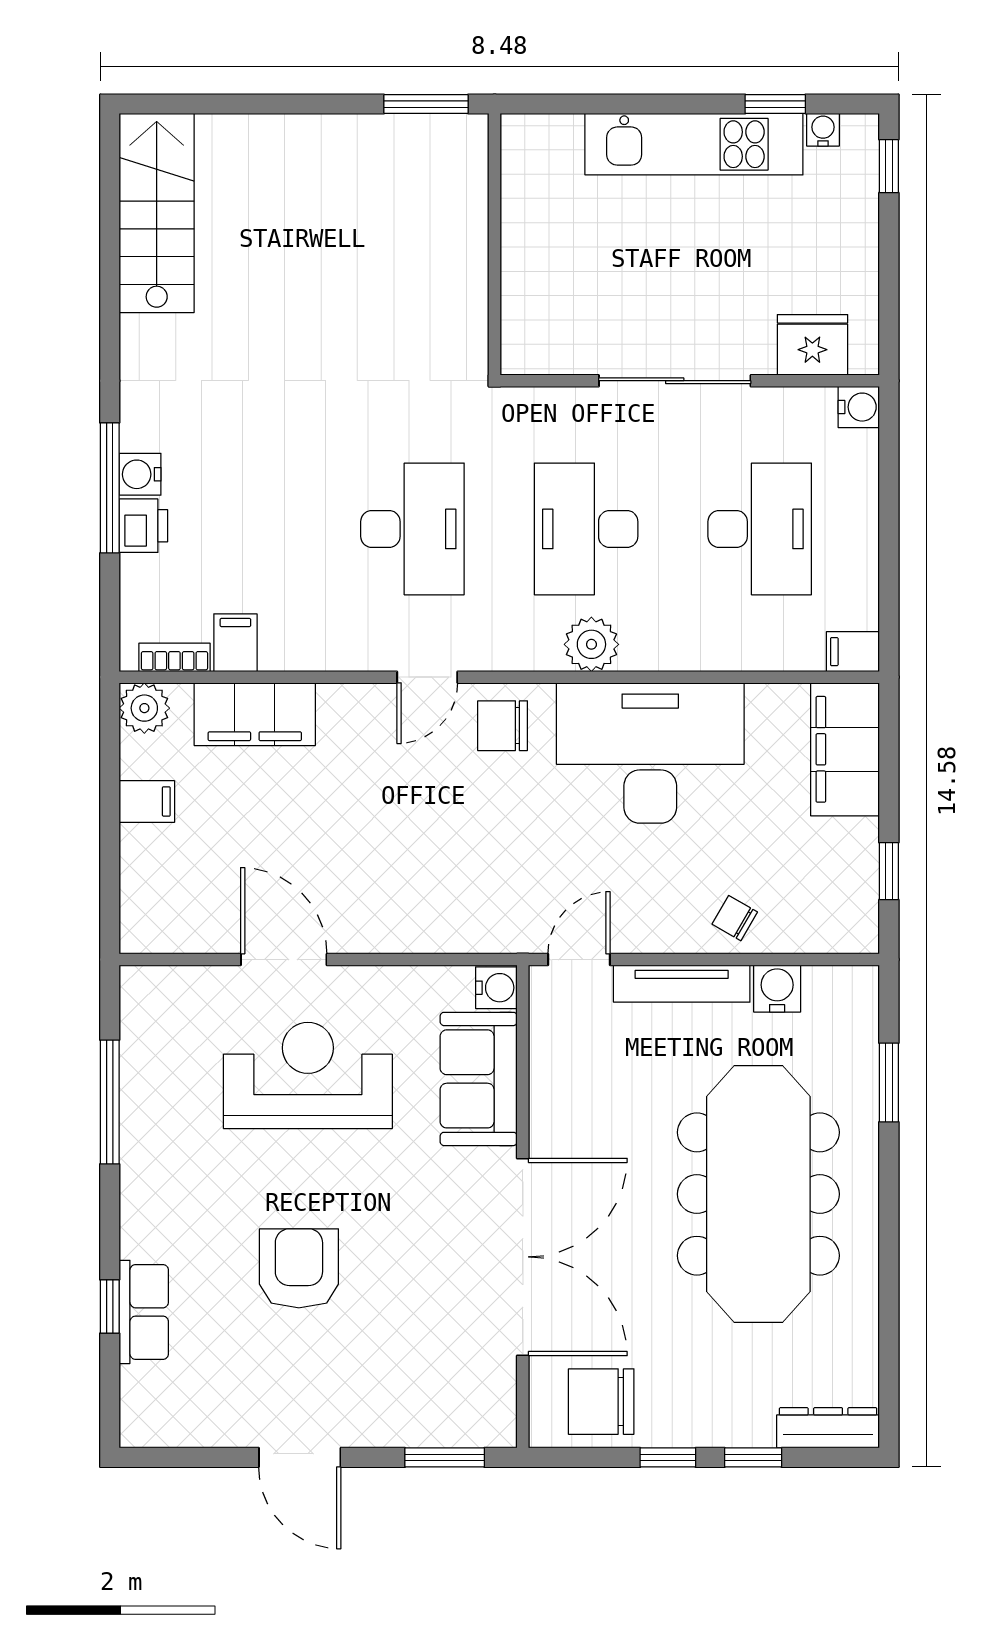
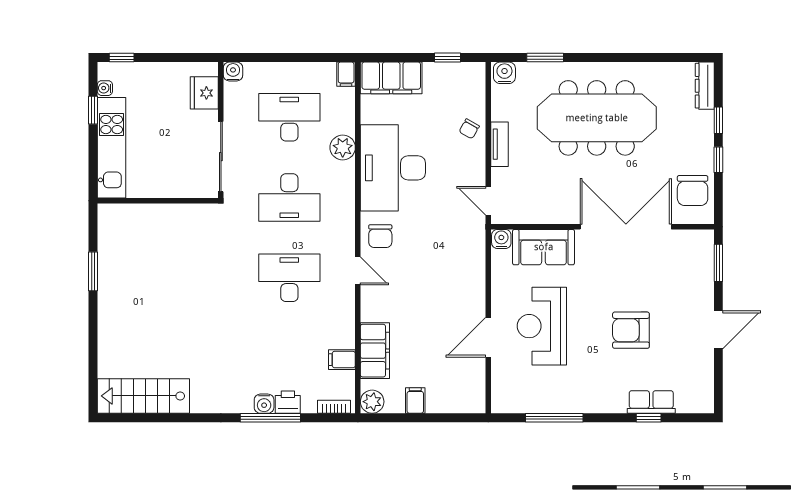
wall: (495, 244) -> (158, 201), moved
plant: (591, 644) -> (343, 147), moved
bookcase: (174, 657) -> (334, 407), moved, turned 90
tv unit: (682, 984) -> (499, 144), width x0.71
water cooler: (777, 989) -> (504, 73), moved, turned 90

